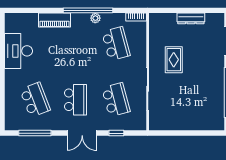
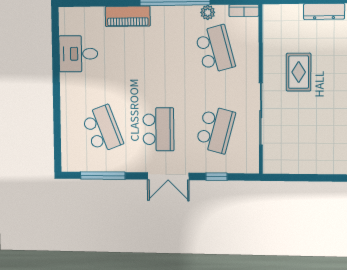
plant: (95, 18) -> (208, 12), moved
desk: (18, 51) -> (78, 54), width x0.73
school desk: (116, 100) -> (215, 130), turned 30

